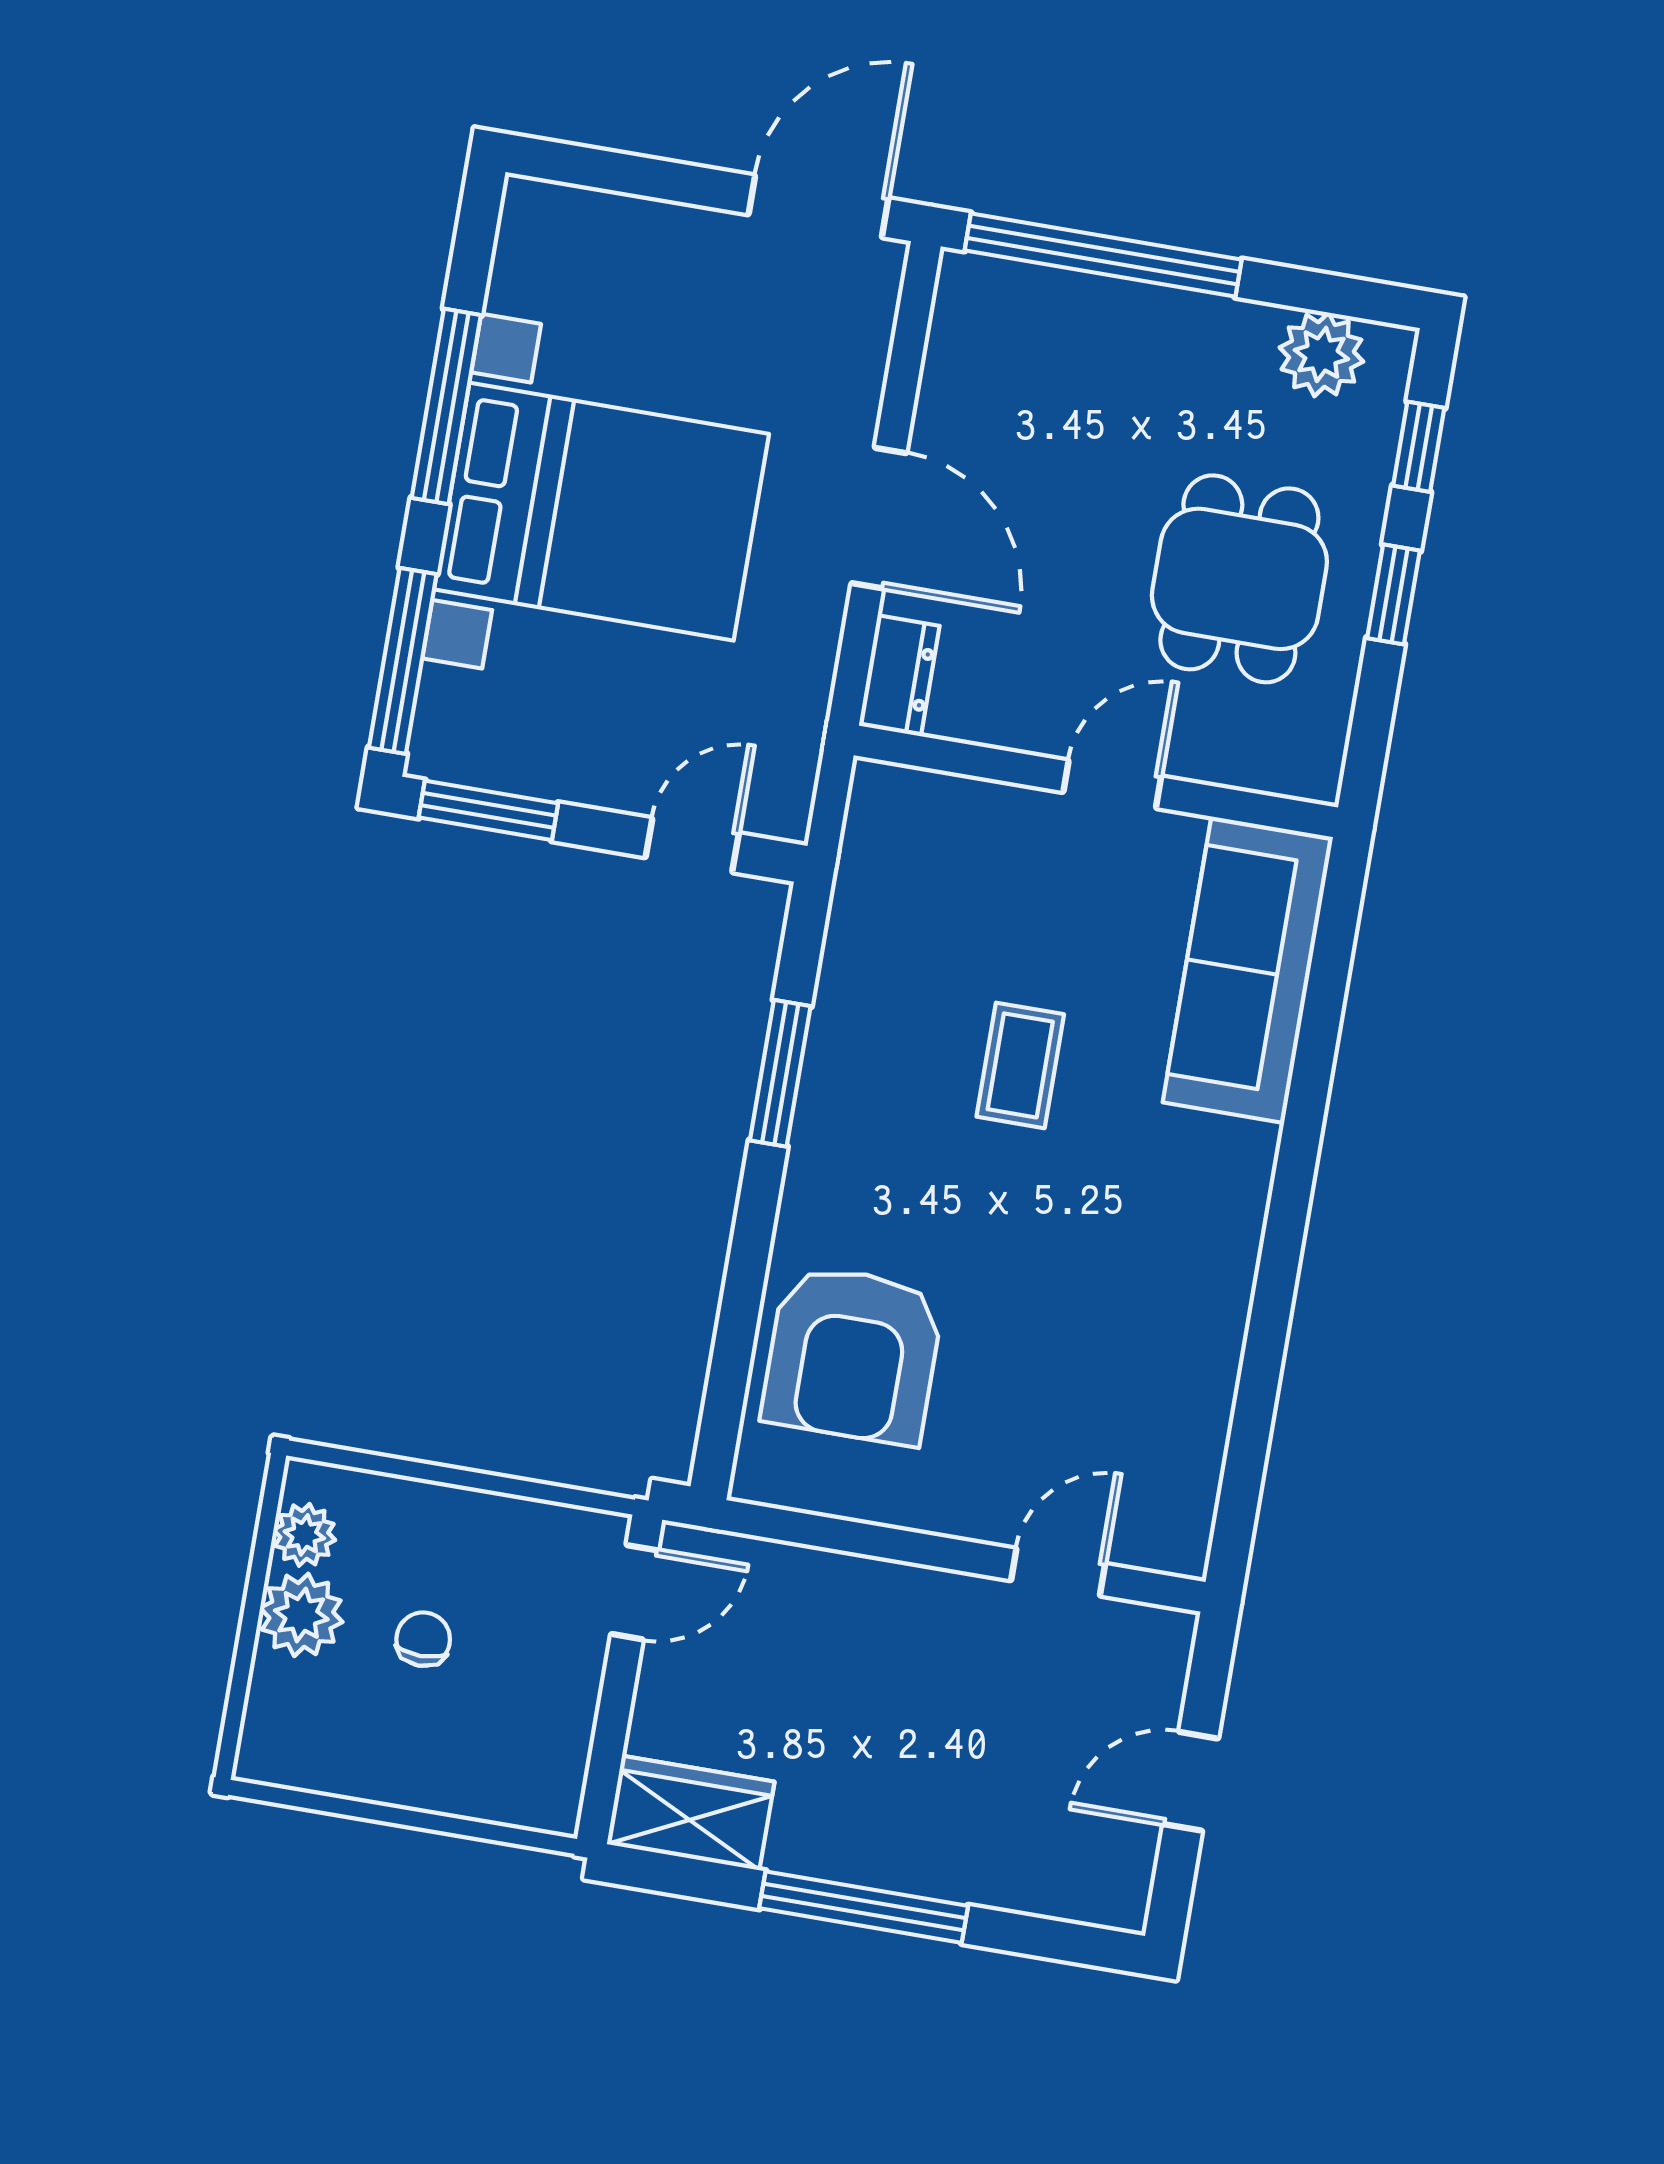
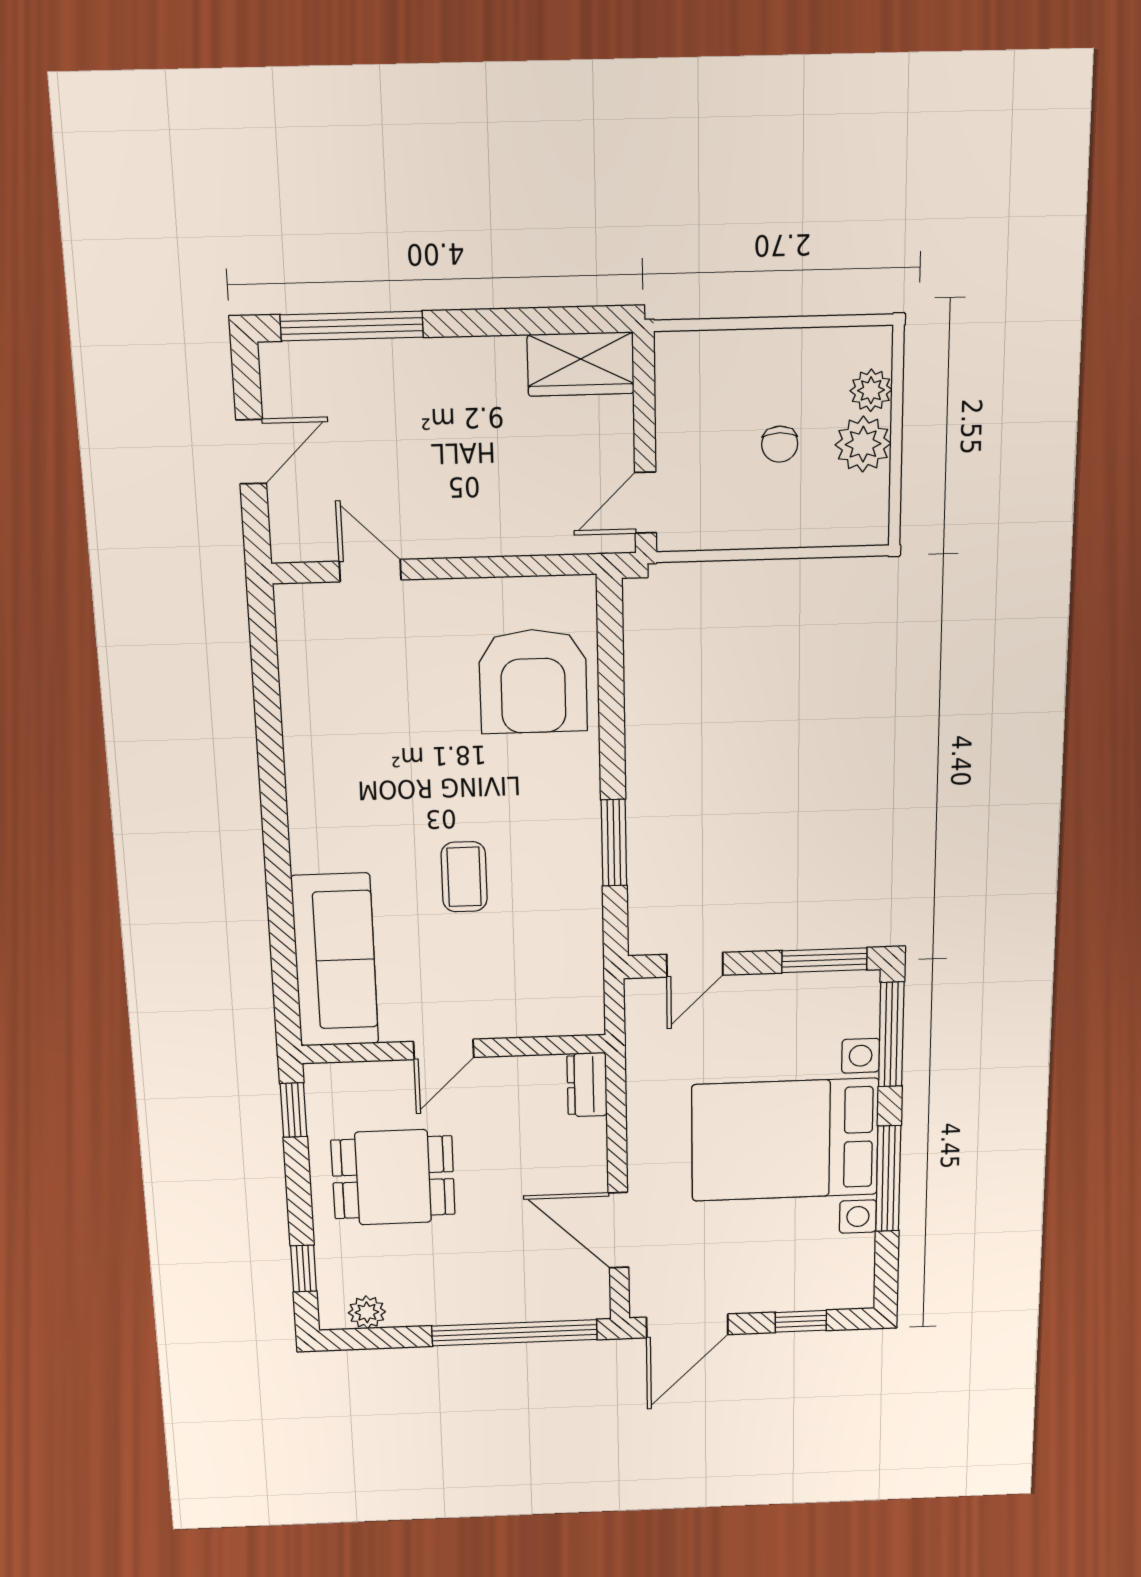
window: (630, 174) -> (801, 1321), added
plant: (1321, 354) -> (367, 1312), width x0.73, depth x0.73
door: (879, 518) -> (618, 1230), moved
dining table: (1239, 579) -> (393, 1177), turned 90
window: (1394, 594) -> (293, 1110), moved
armchair: (853, 1355) -> (533, 681), turned 180
plant: (304, 1535) -> (871, 390), moved
door: (1058, 1572) -> (370, 571), swing flipped
window: (864, 1907) -> (352, 326), moved

